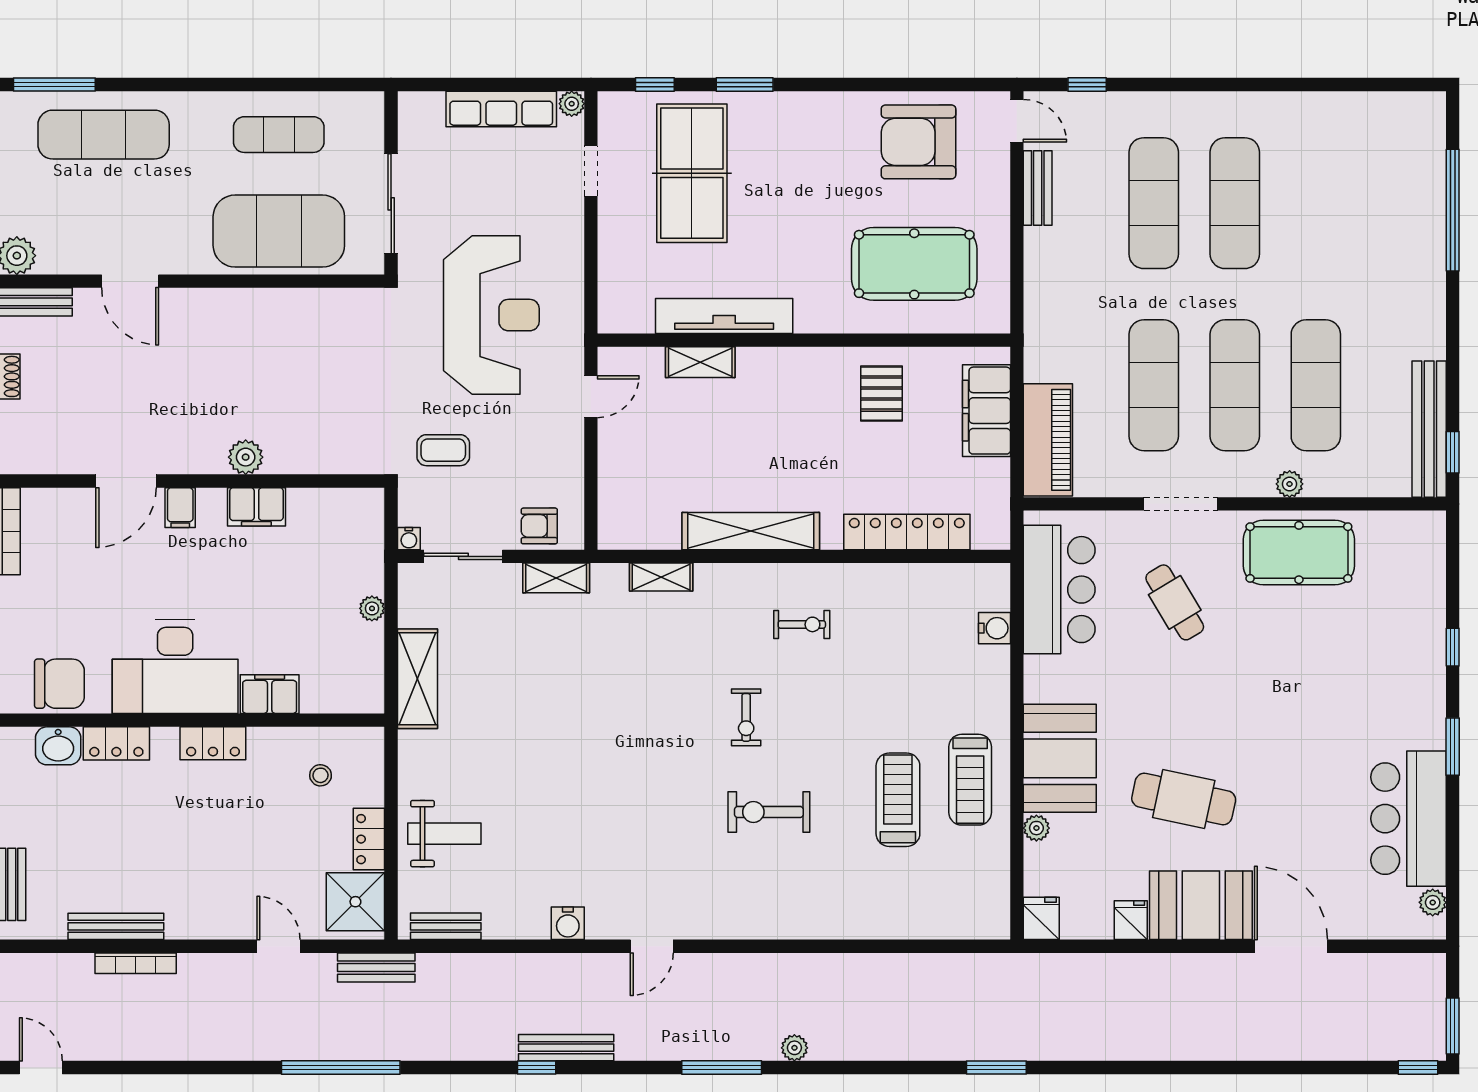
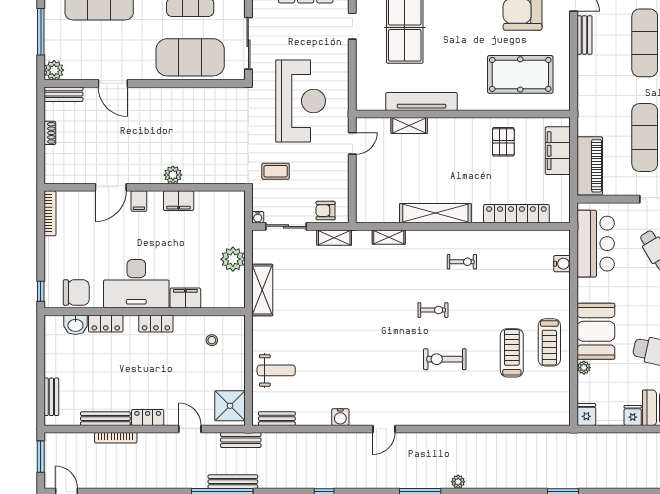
plant: (372, 608) -> (233, 259), width x1.87, depth x1.87
exercise bike: (746, 717) -> (433, 310), turned -90
locker: (369, 839) -> (148, 417), moved, turned 90
bench: (566, 1048) -> (233, 482), moved

